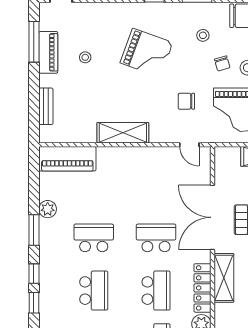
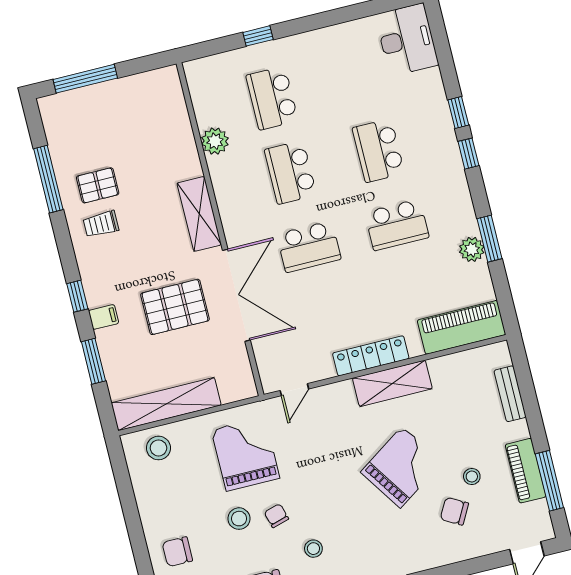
grand piano: (147, 53) -> (401, 467), moved, turned 126
chair: (186, 101) -> (454, 511), moved, turned -151
door: (189, 145) -> (294, 390), swing flipped
window: (34, 230) -> (490, 239), moved
locker: (202, 288) -> (371, 356), moved, turned -90

